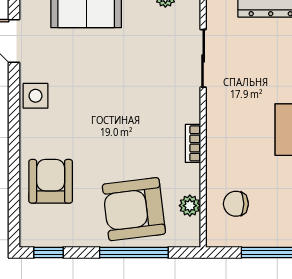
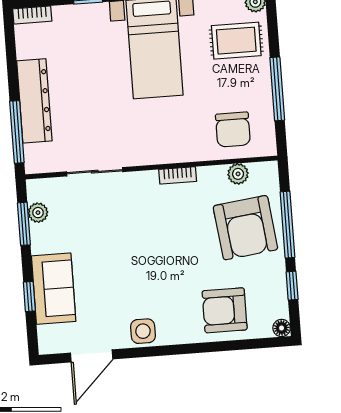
chair: (236, 204) -> (233, 129), width x1.37, depth x1.37
floor lamp: (28, 238) -> (282, 328), added
window: (48, 252) -> (292, 286), moved

